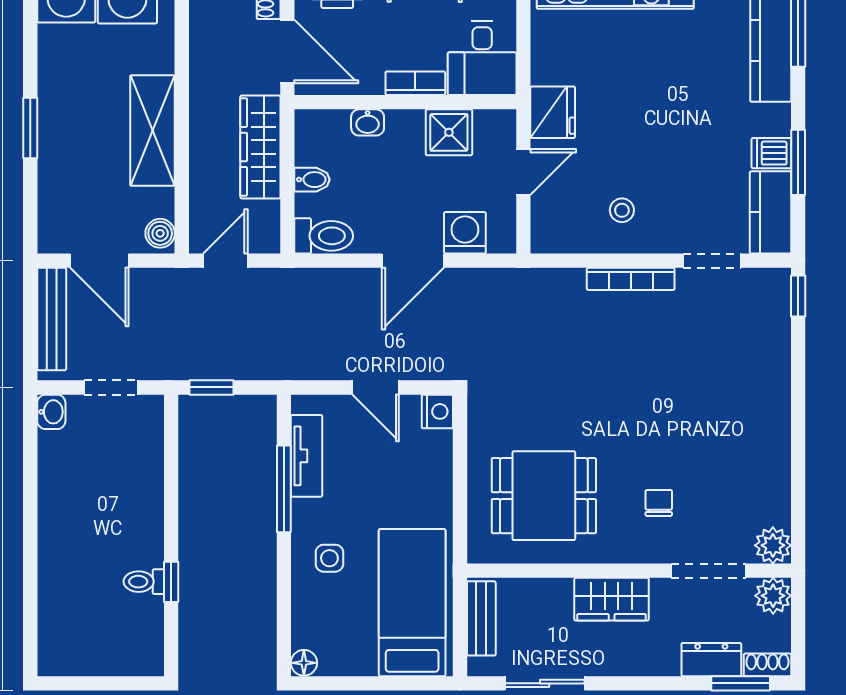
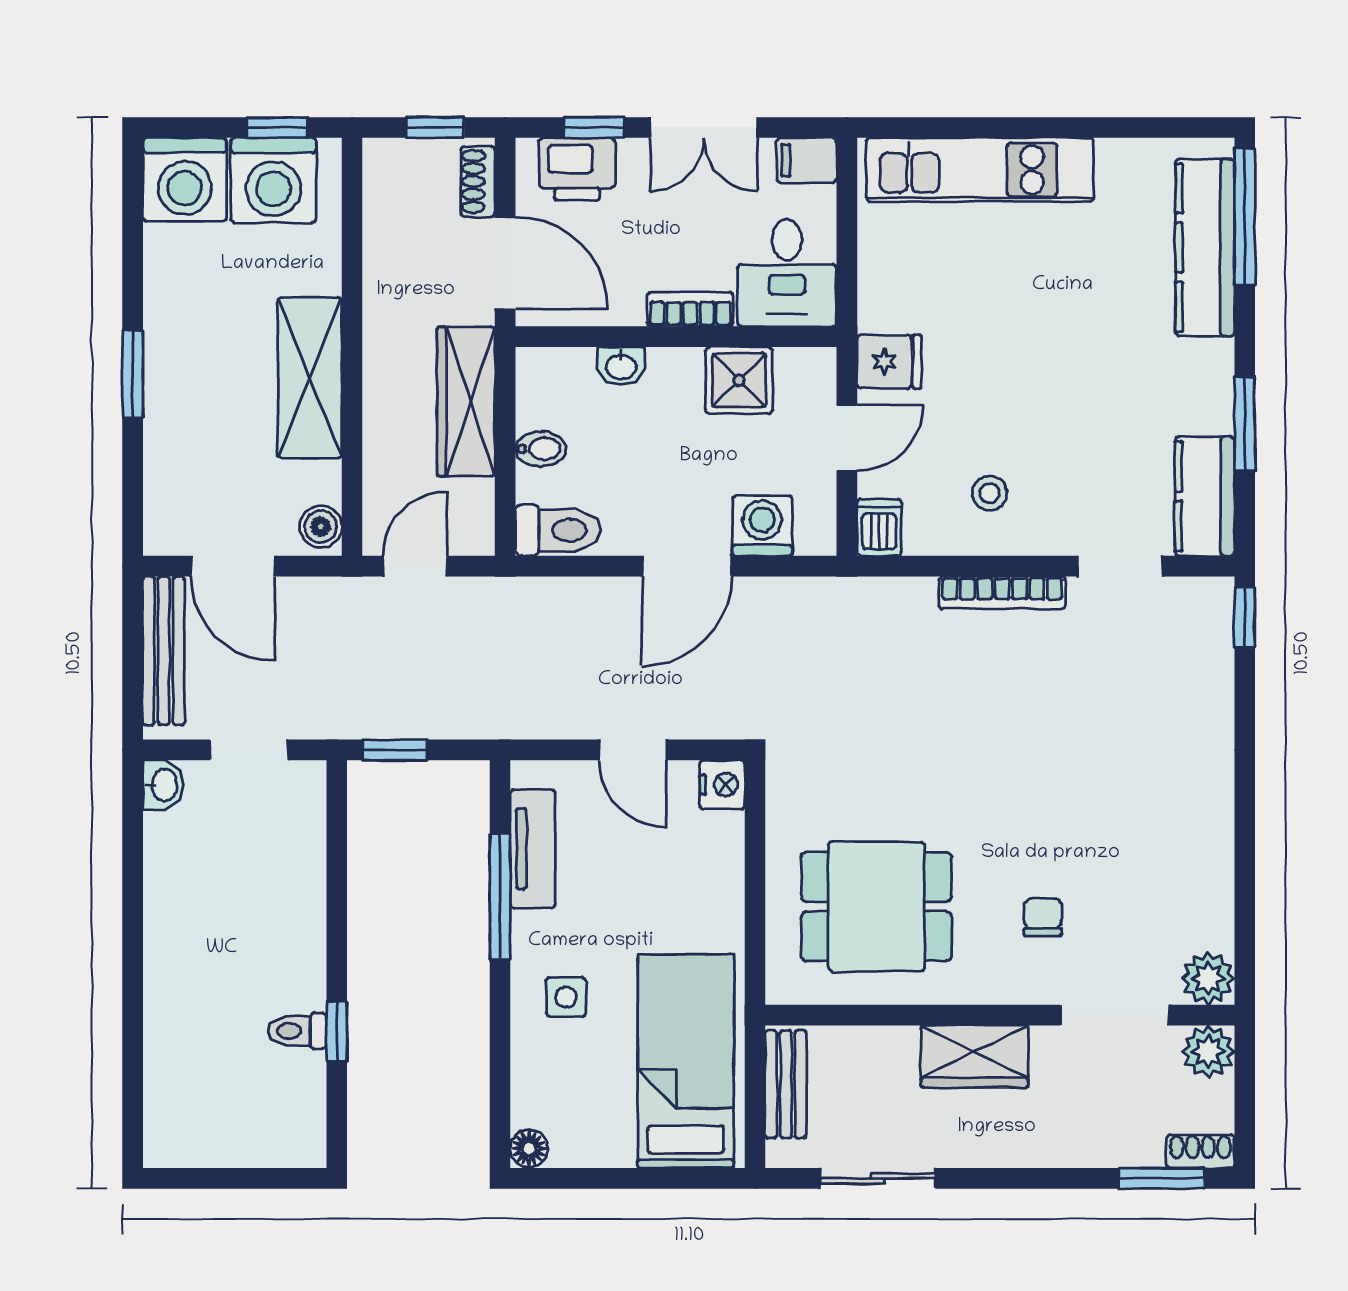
fridge: (553, 112) -> (889, 362), width x0.72
dishwasher: (771, 153) -> (879, 527), moved, turned 90
dresser: (711, 660) -> (1119, 1144), removed

